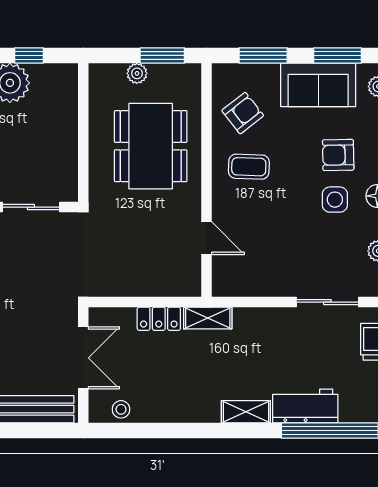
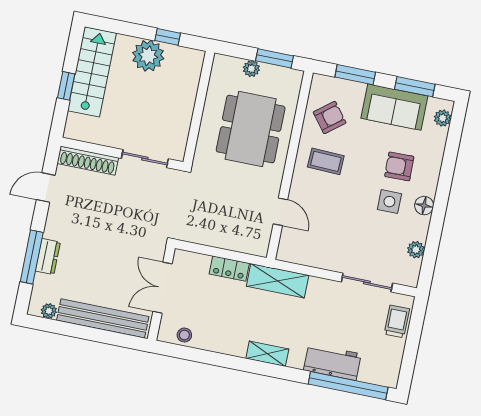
shelving: (208, 318) -> (278, 281), width x1.50, depth x1.33
double door: (83, 358) -> (162, 288), swing flipped
shelving: (246, 412) -> (267, 354), moved

